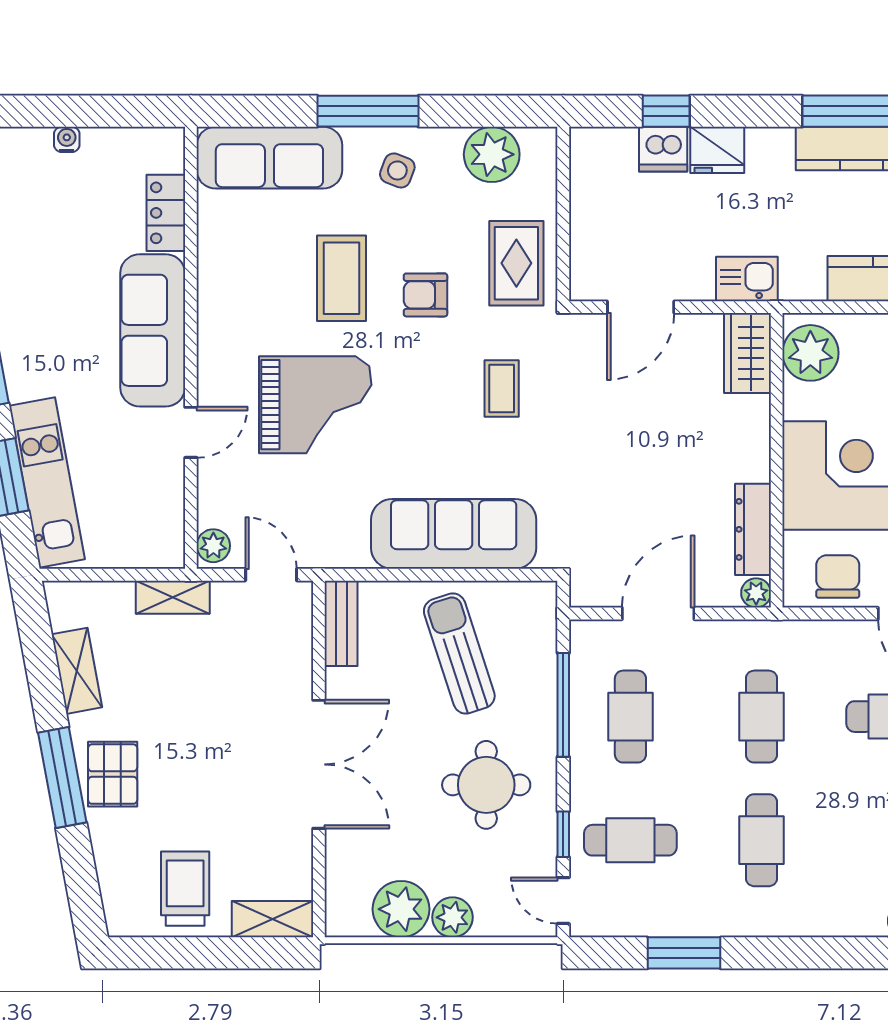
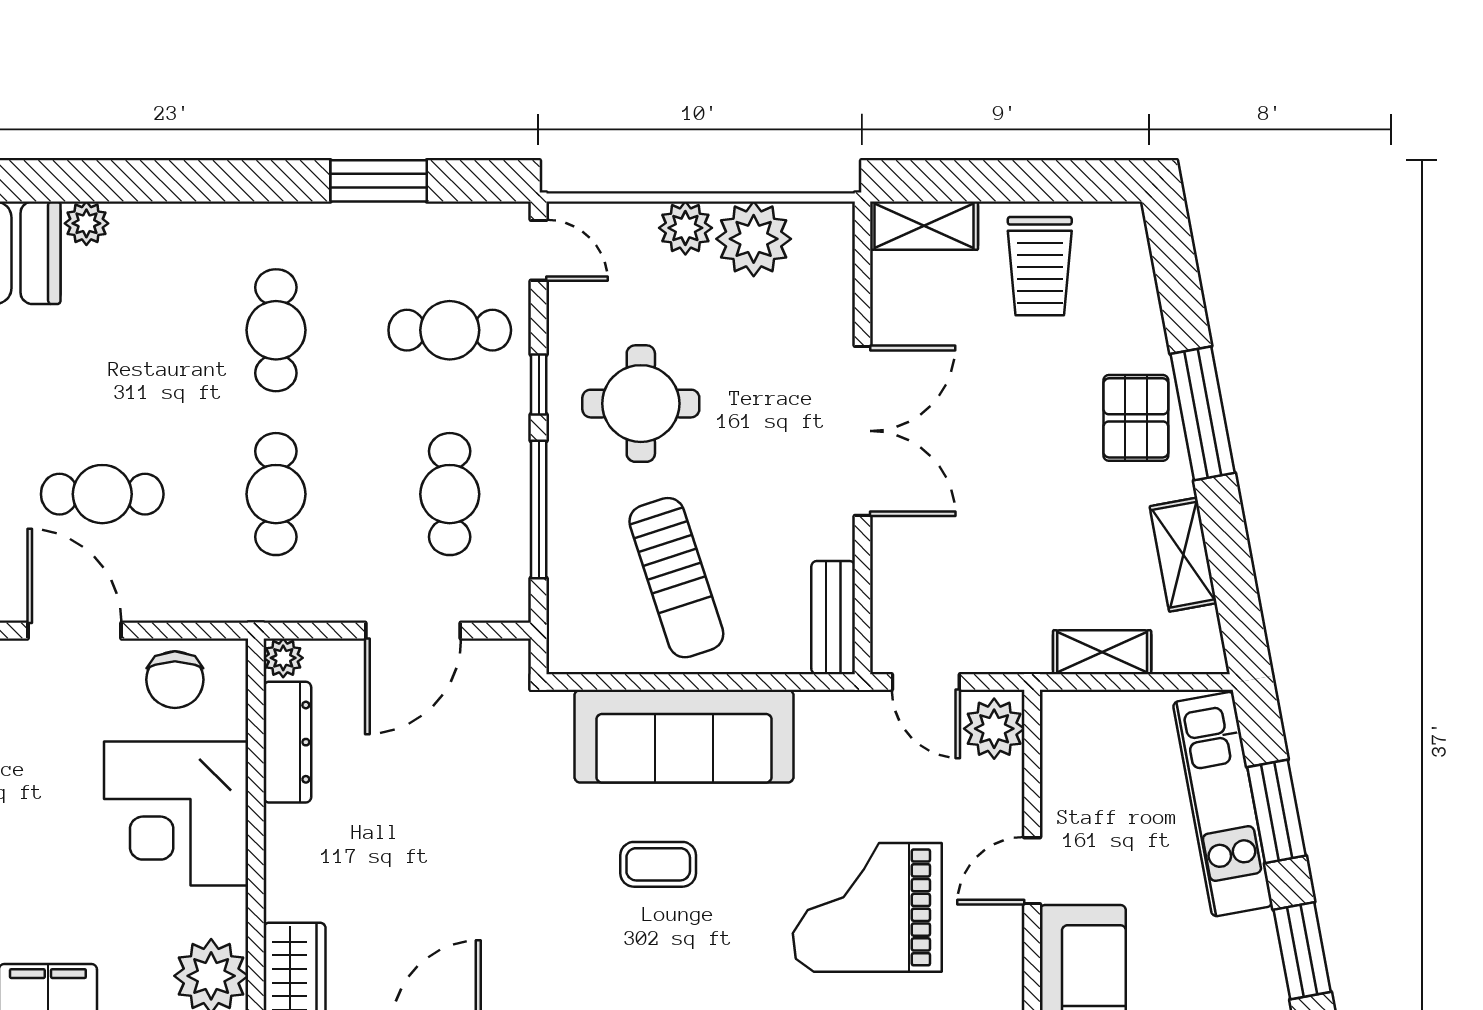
coffee table: (502, 389) -> (658, 864), moved, turned 90
plant: (213, 546) -> (994, 729), width x1.38, depth x1.38
shelving: (173, 597) -> (1102, 652), moved
double door: (319, 764) -> (862, 431), swing flipped
window: (563, 834) -> (539, 384), moved

